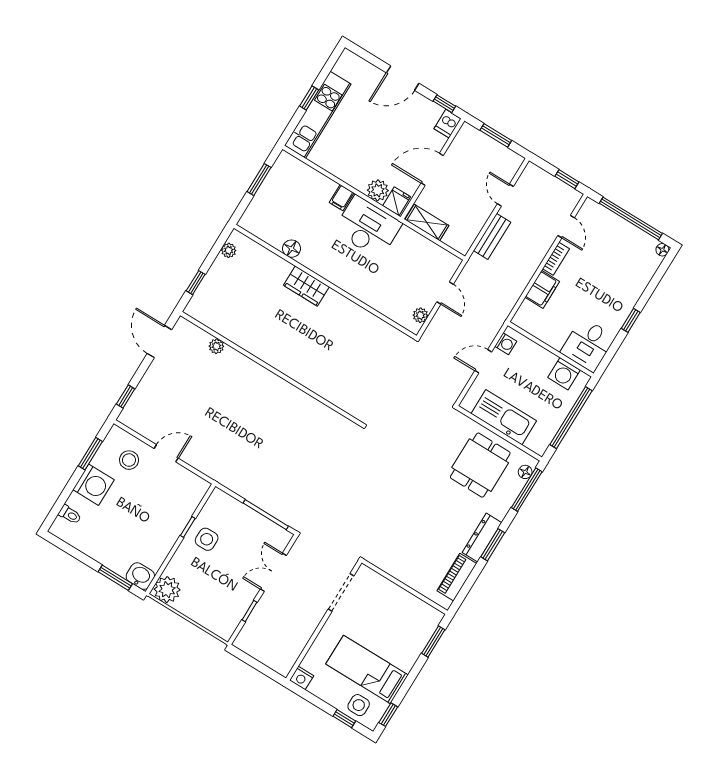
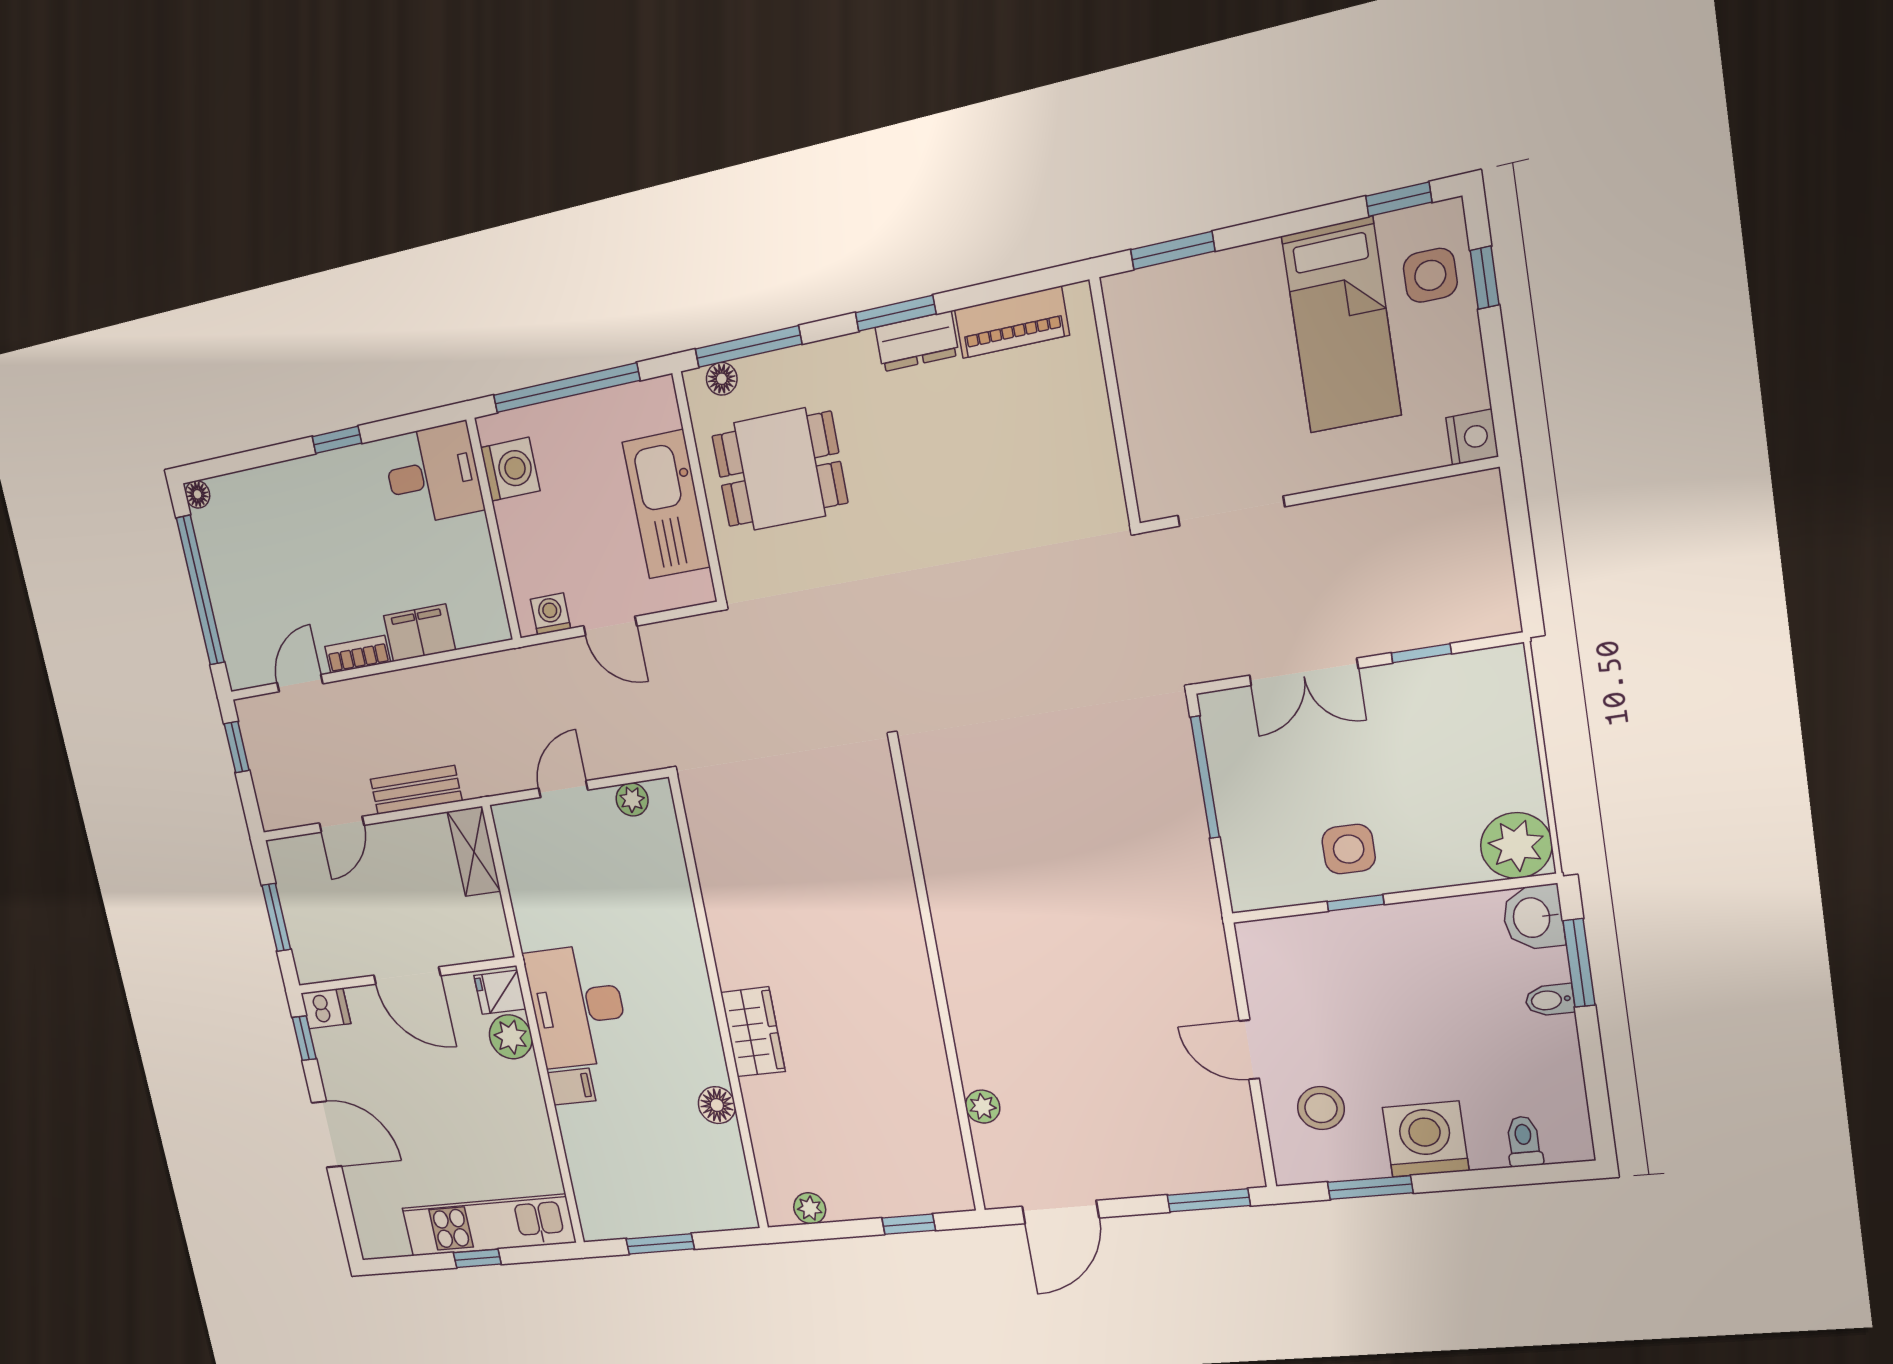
shelving: (427, 223) -> (474, 851), moved
window: (126, 396) -> (1209, 1200), width x1.50
dresser: (482, 538) -> (917, 341), width x0.70
bidet: (110, 560) -> (1550, 1000), added

